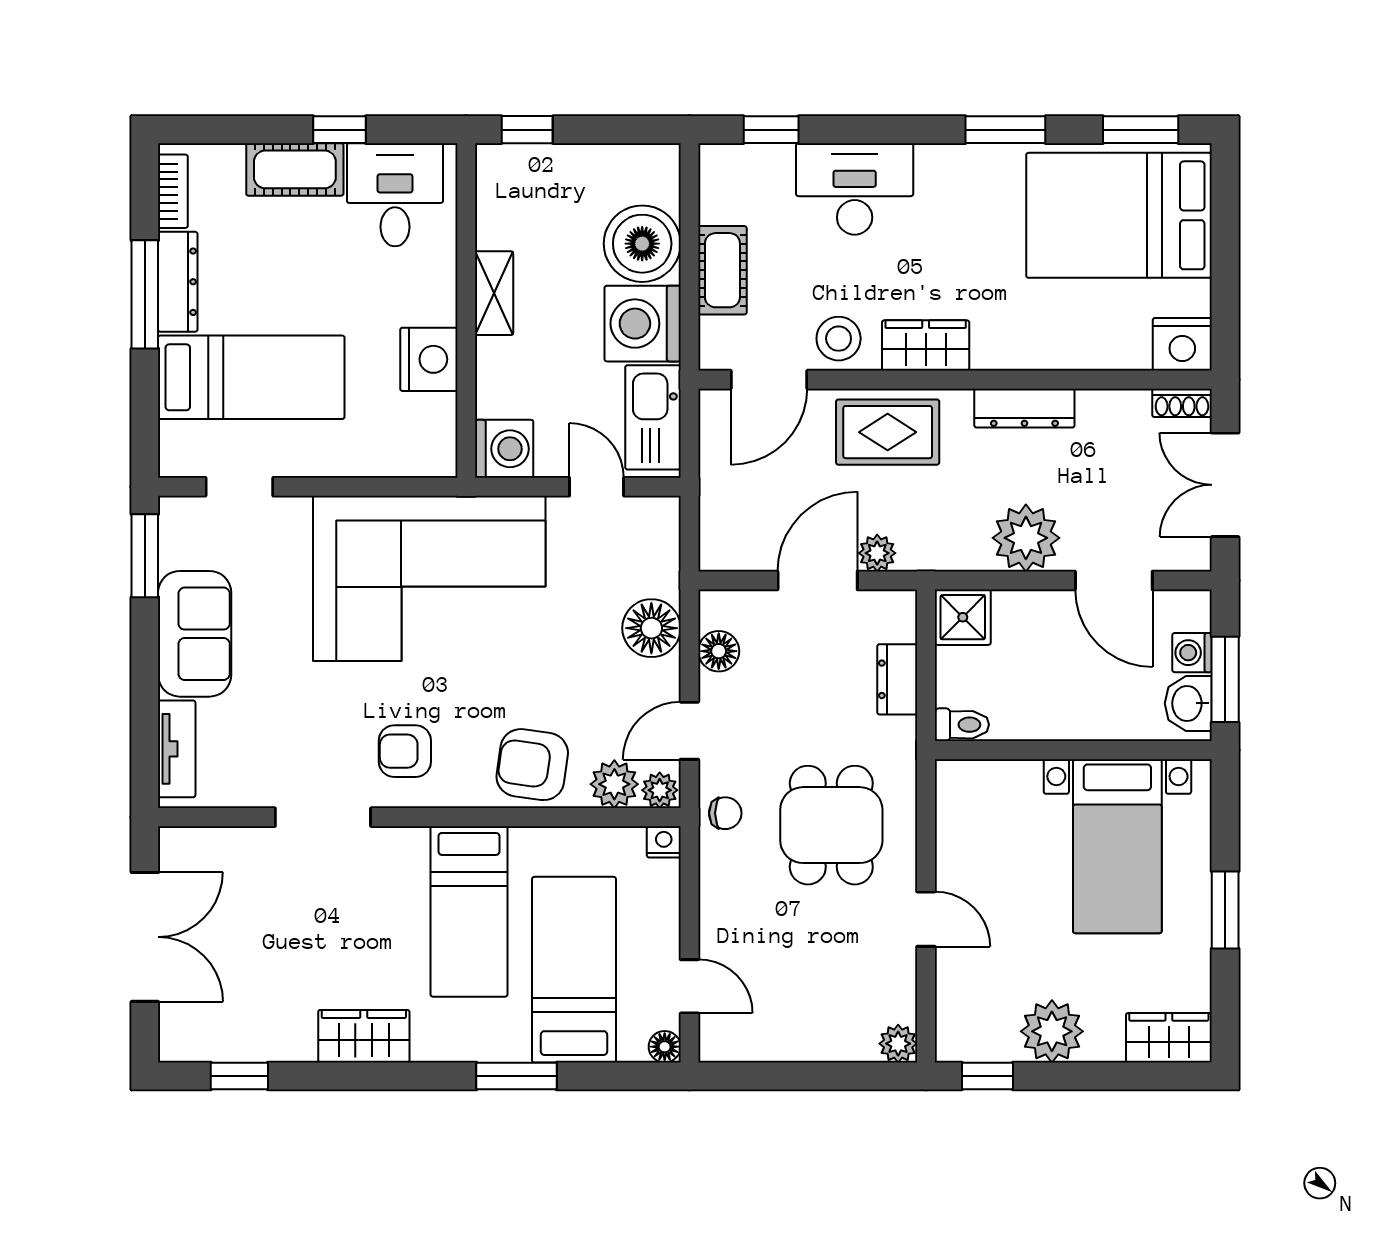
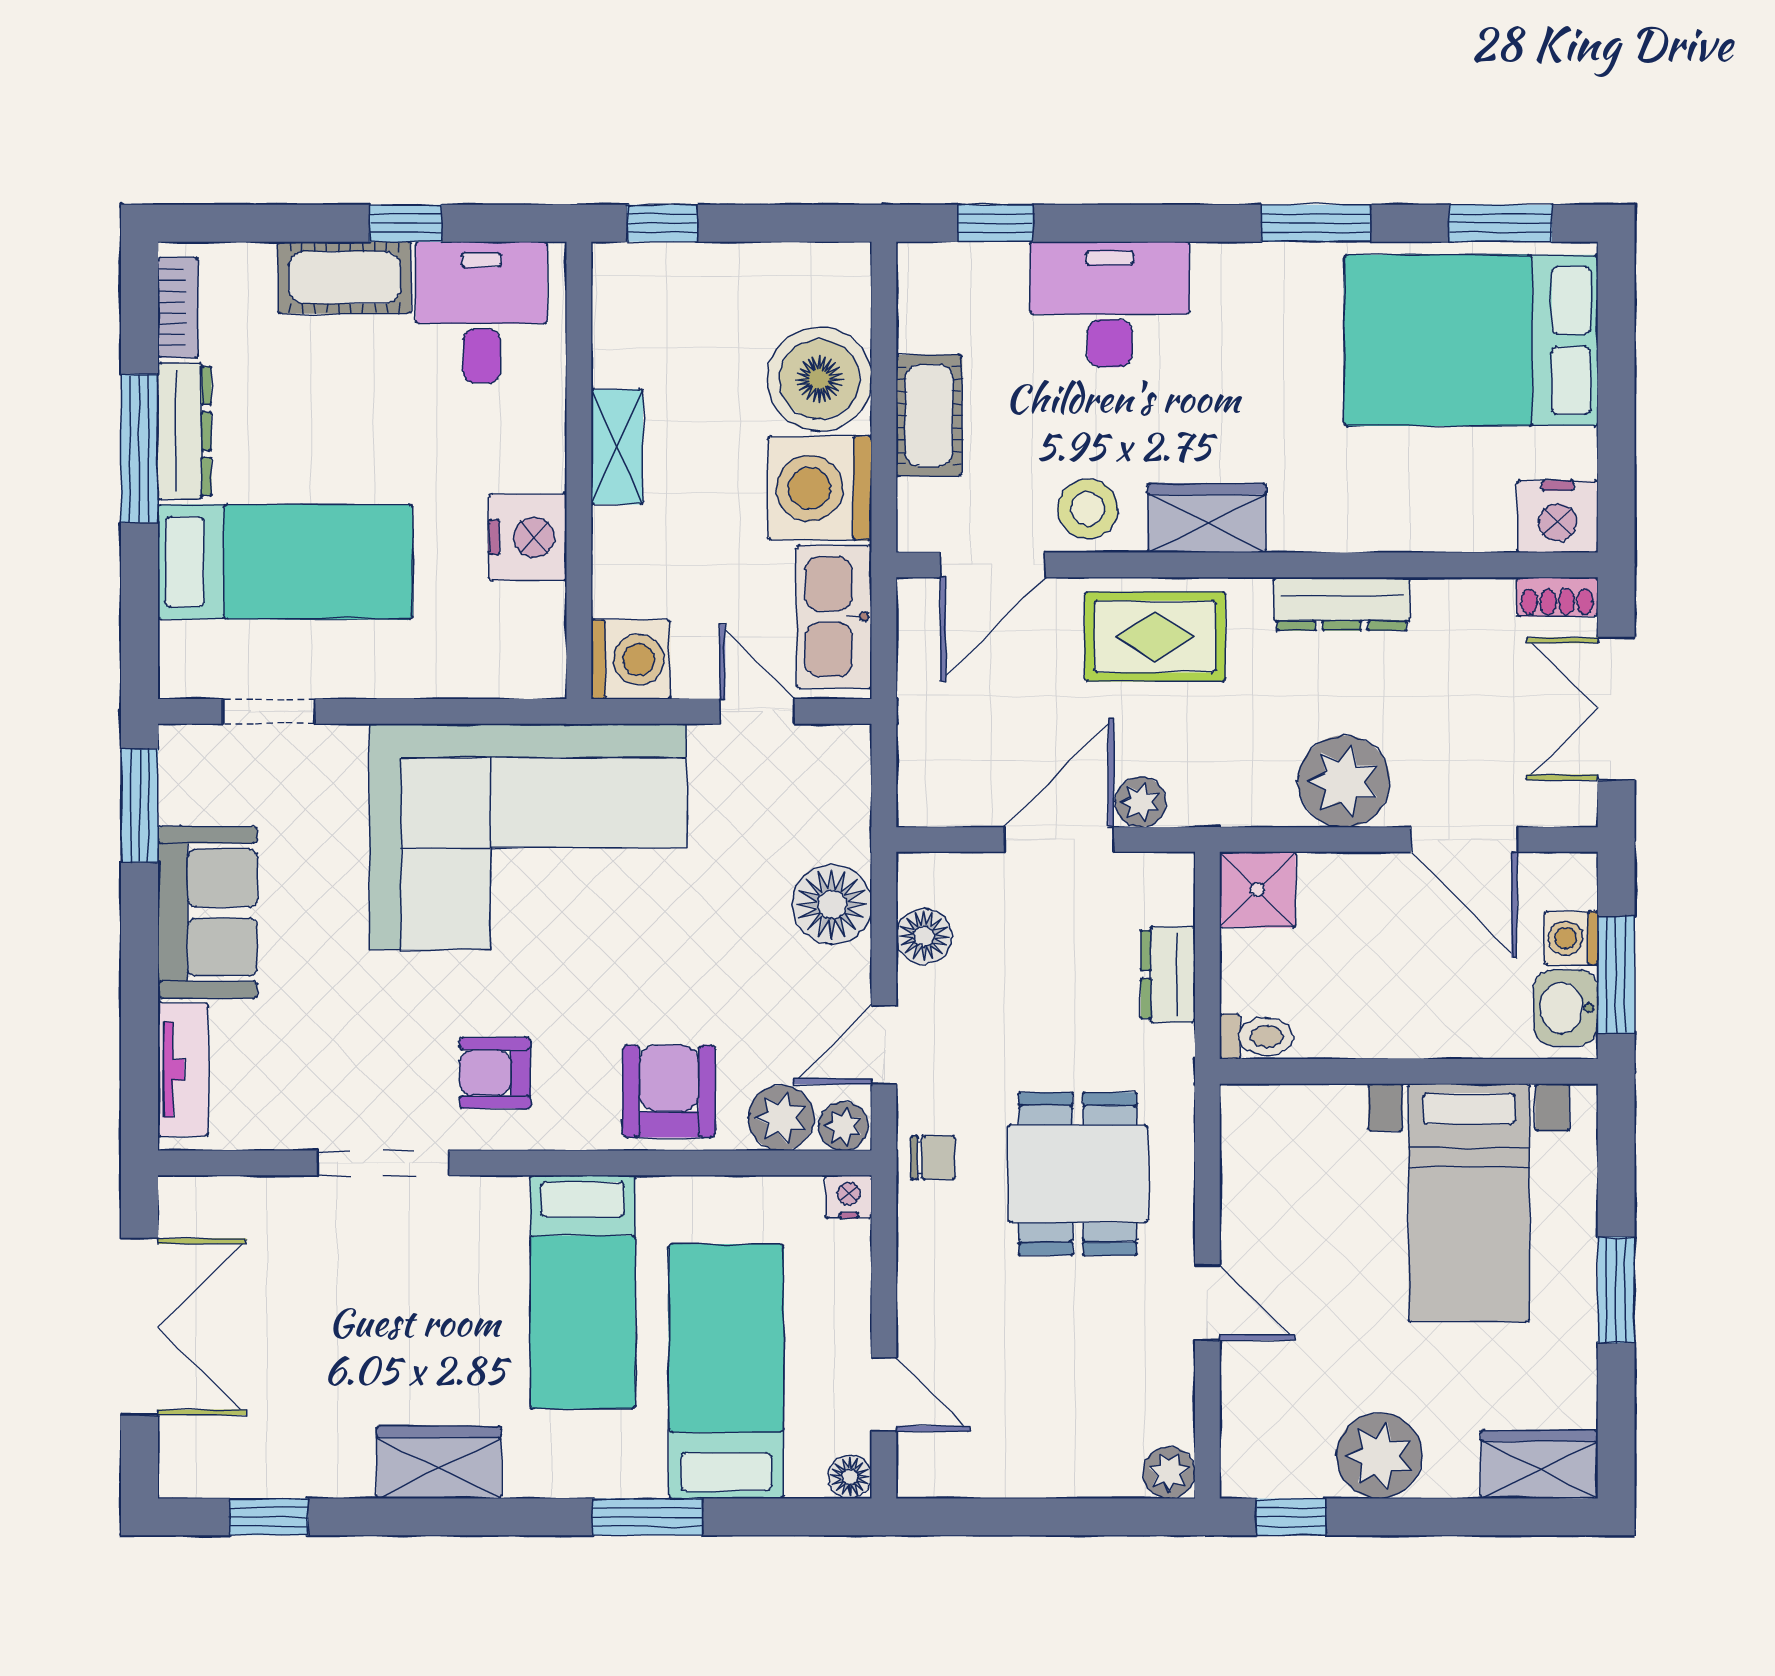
armchair: (532, 765) -> (669, 1091), turned 82

